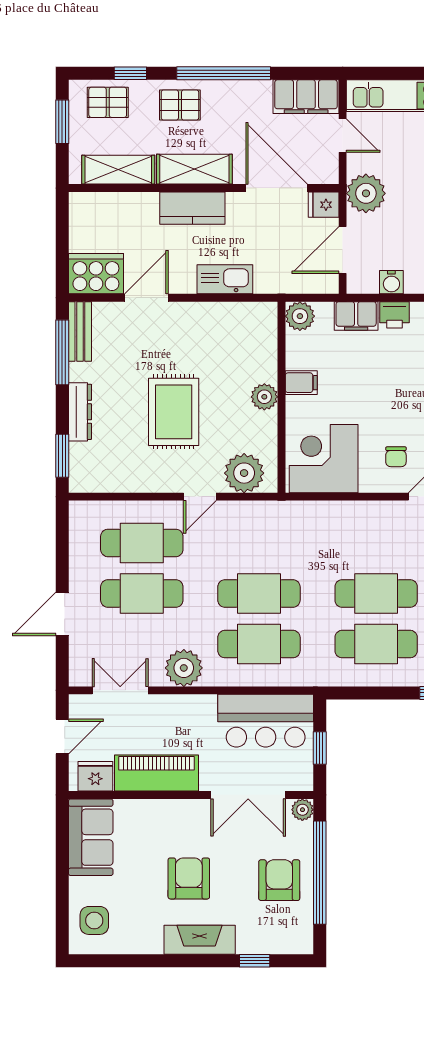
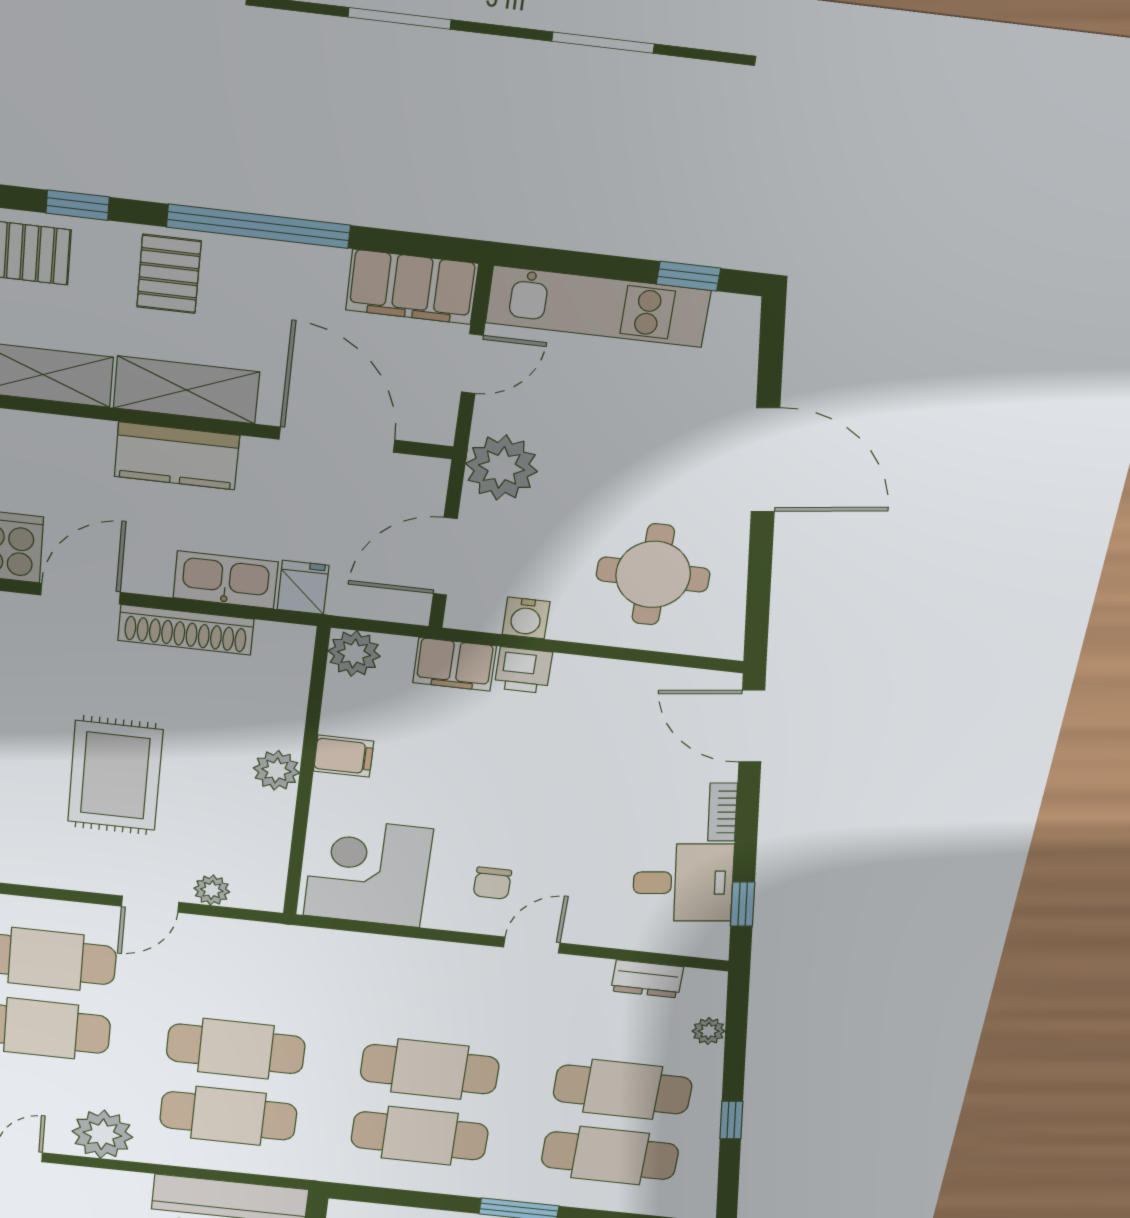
pallet: (180, 105) -> (169, 274), turned 90
door: (343, 136) -> (472, 364), hinge flipped
fridge: (324, 205) -> (303, 587), moved, turned 90
shoe rack: (206, 313) -> (186, 630), added
plant: (244, 473) -> (212, 890), width x0.53, depth x0.53

